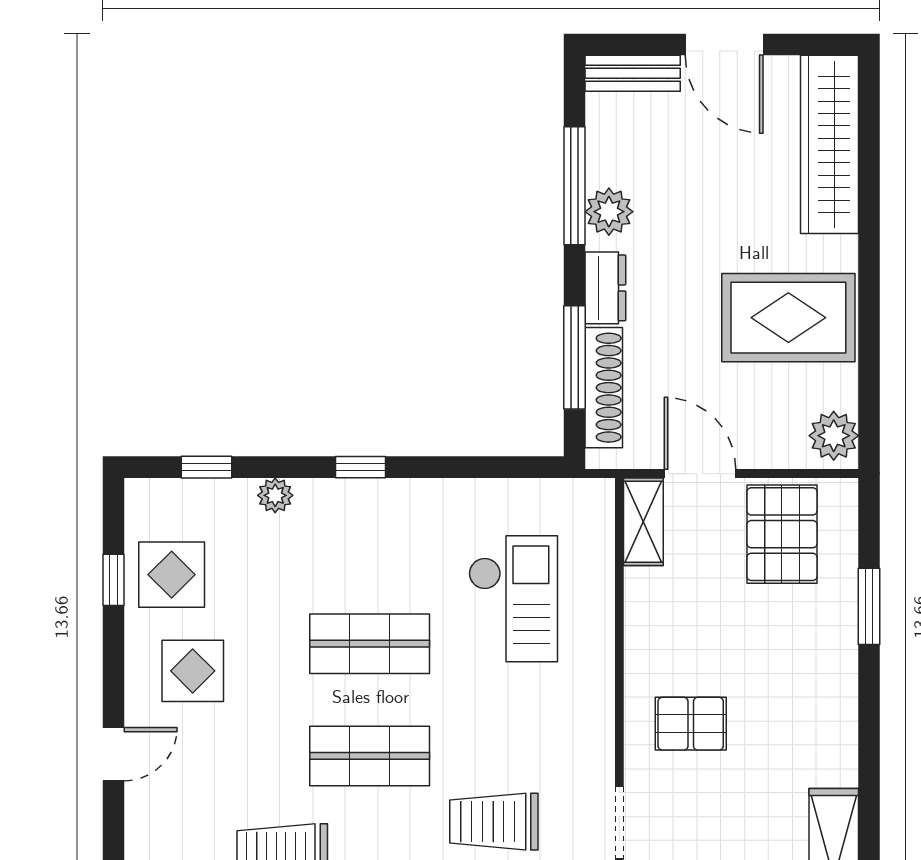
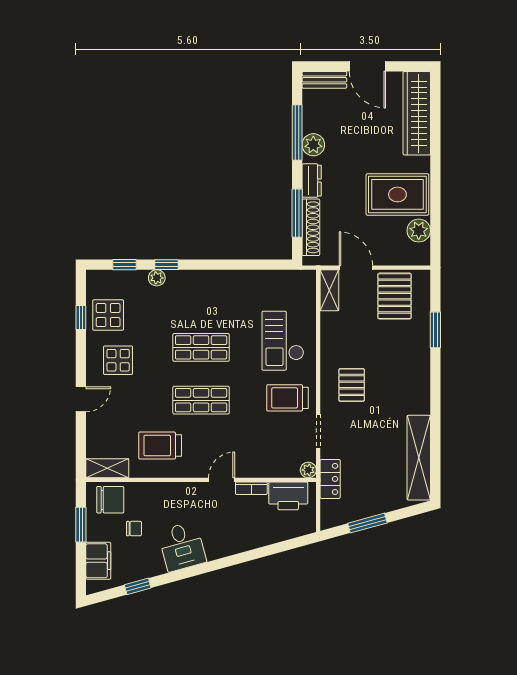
plant: (834, 436) -> (419, 231), moved
window: (361, 467) -> (167, 265), moved
checkout: (513, 599) -> (283, 341), moved, turned 180
pallet: (691, 724) -> (352, 385), turned 90
trolley: (494, 822) -> (287, 398), moved

